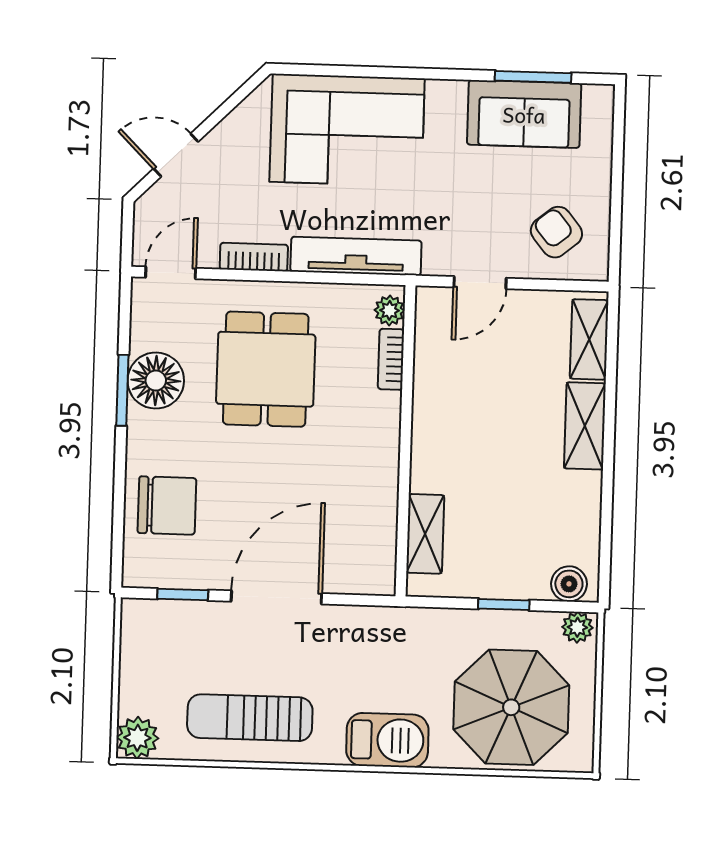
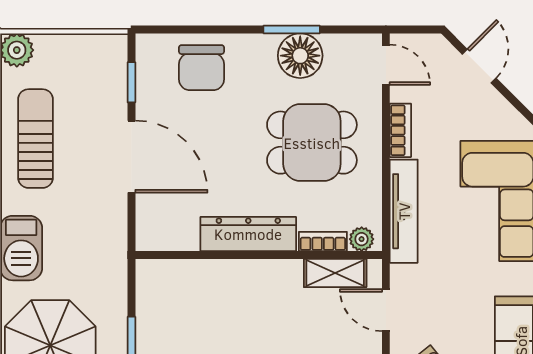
dresser: (379, 453) -> (248, 234), added
shelving: (425, 534) -> (335, 273), moved

